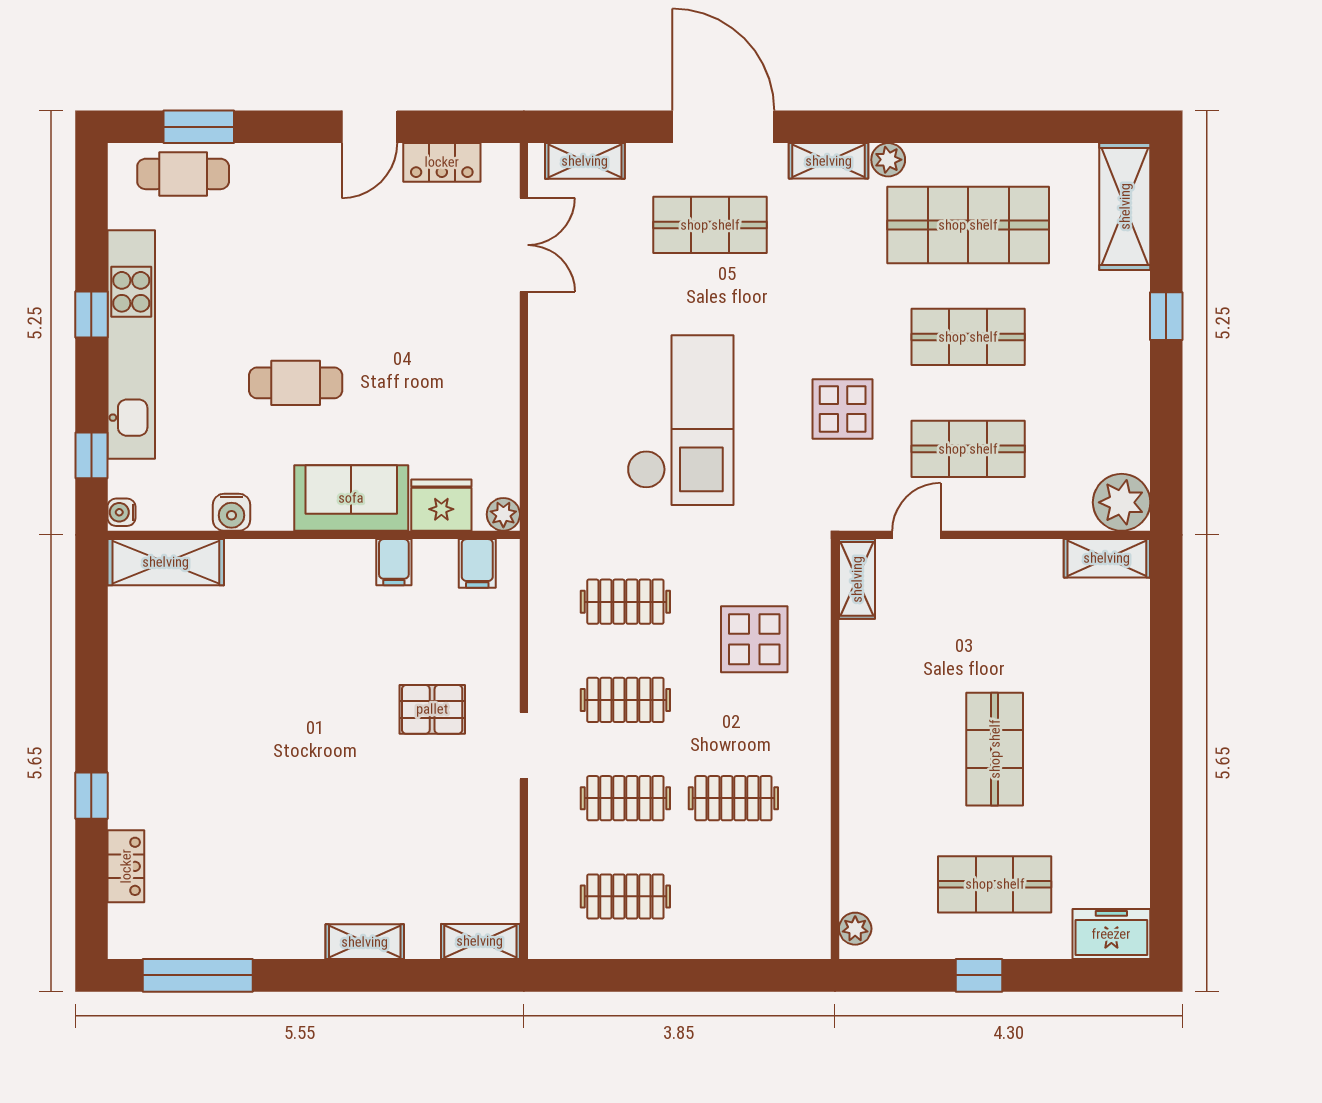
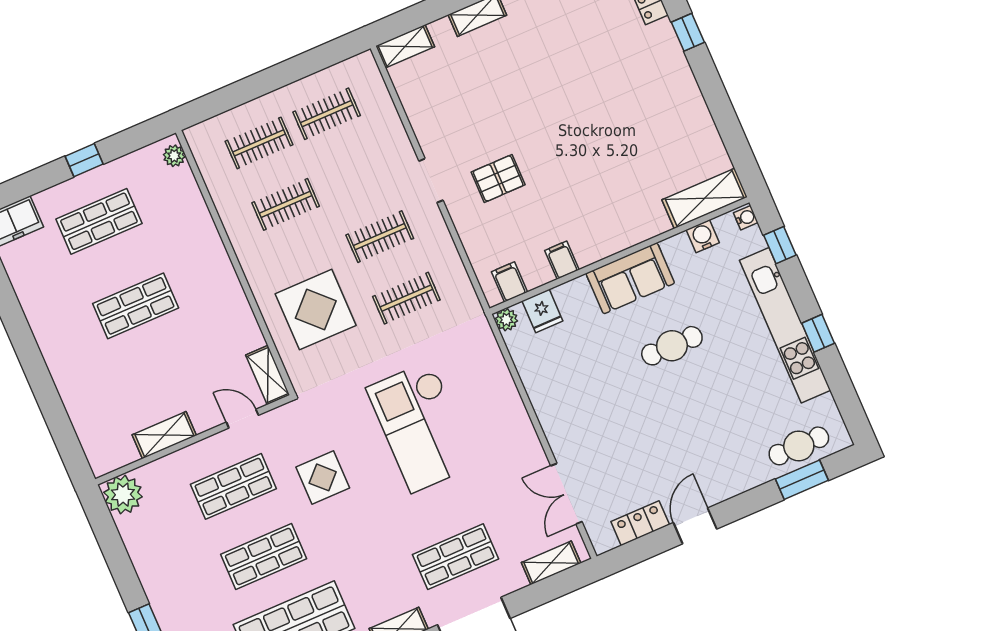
sofa: (351, 498) -> (630, 278), moved
fridge: (441, 505) -> (542, 311), width x0.72
water cooler: (231, 512) -> (703, 236), moved
door: (916, 535) -> (242, 419), swing flipped
shelving: (1107, 558) -> (164, 435), moved
display table: (754, 639) -> (316, 310), width x1.36, depth x1.36
shop shelf: (995, 749) -> (136, 306), turned 90
clothes rail: (625, 798) -> (259, 143), moved

